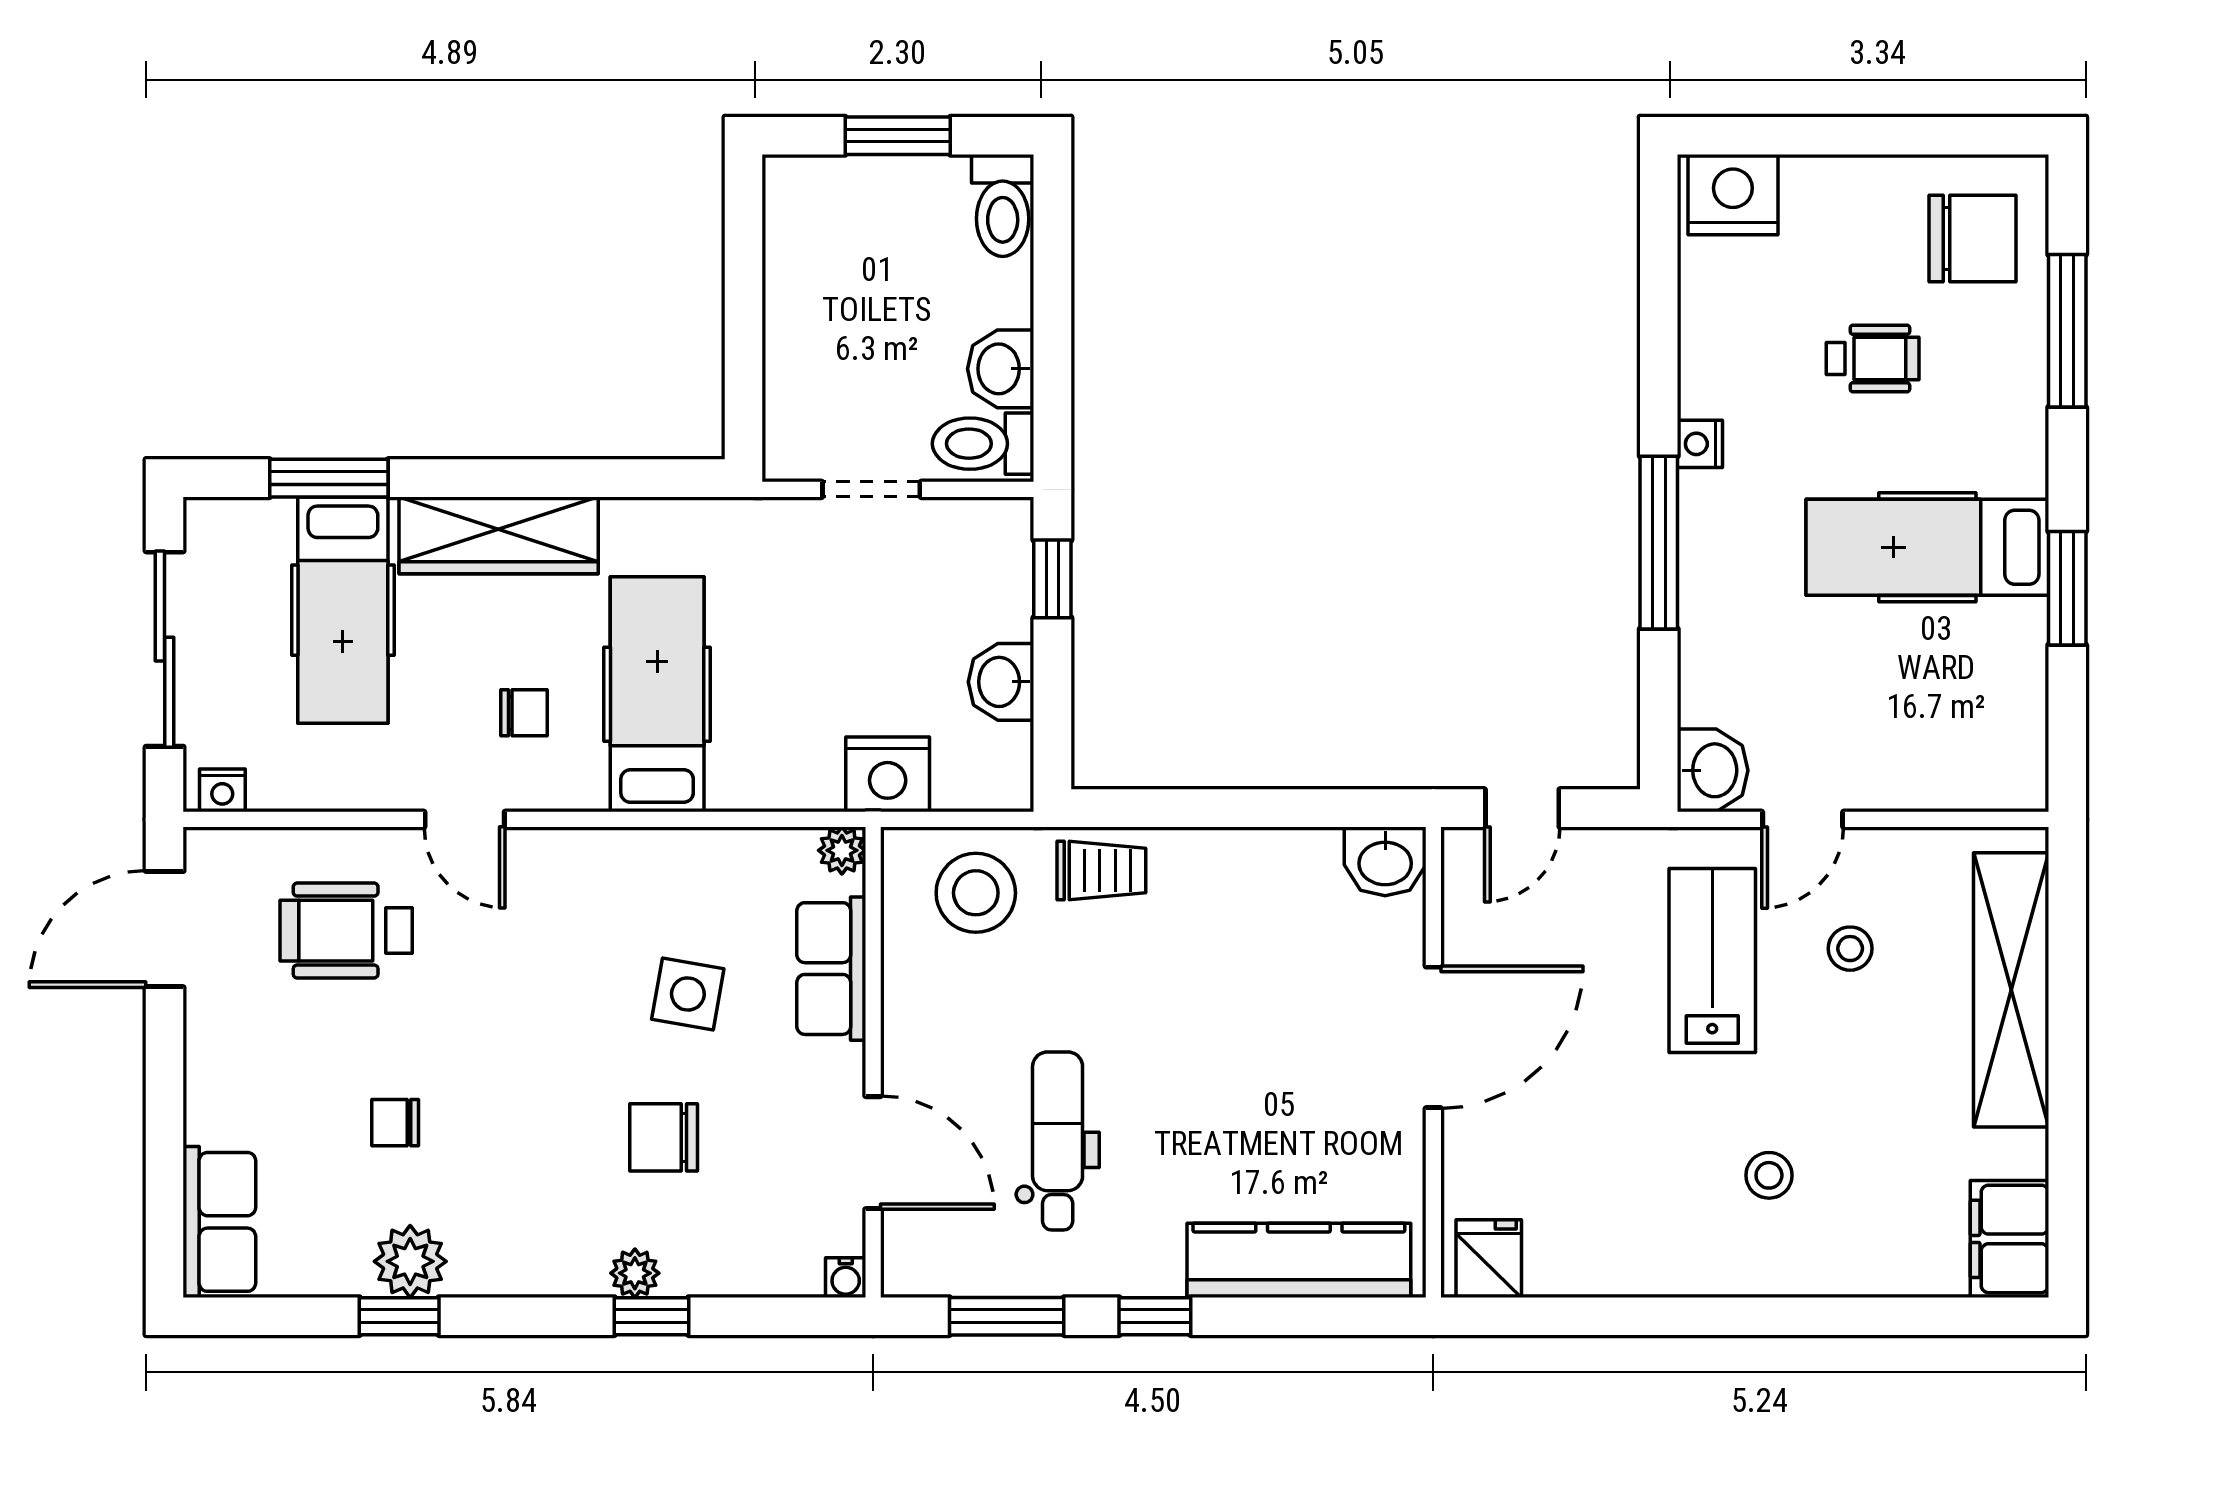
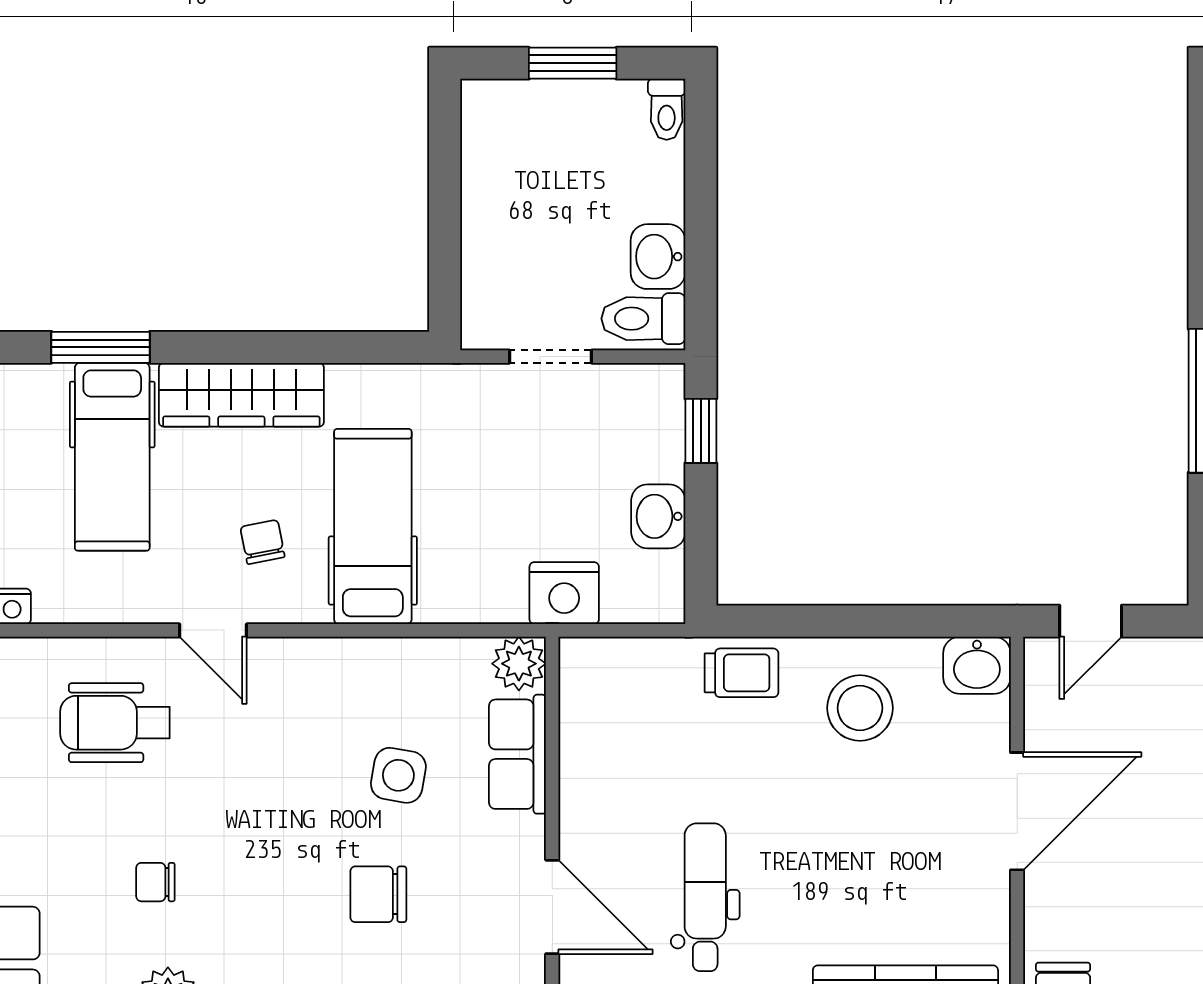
toilet: (1003, 205) -> (667, 109), width x0.73, depth x0.72
chair: (524, 713) -> (263, 542), turned -101
plant: (842, 850) -> (519, 664), width x1.38, depth x1.38
stool: (976, 893) -> (860, 708), moved

